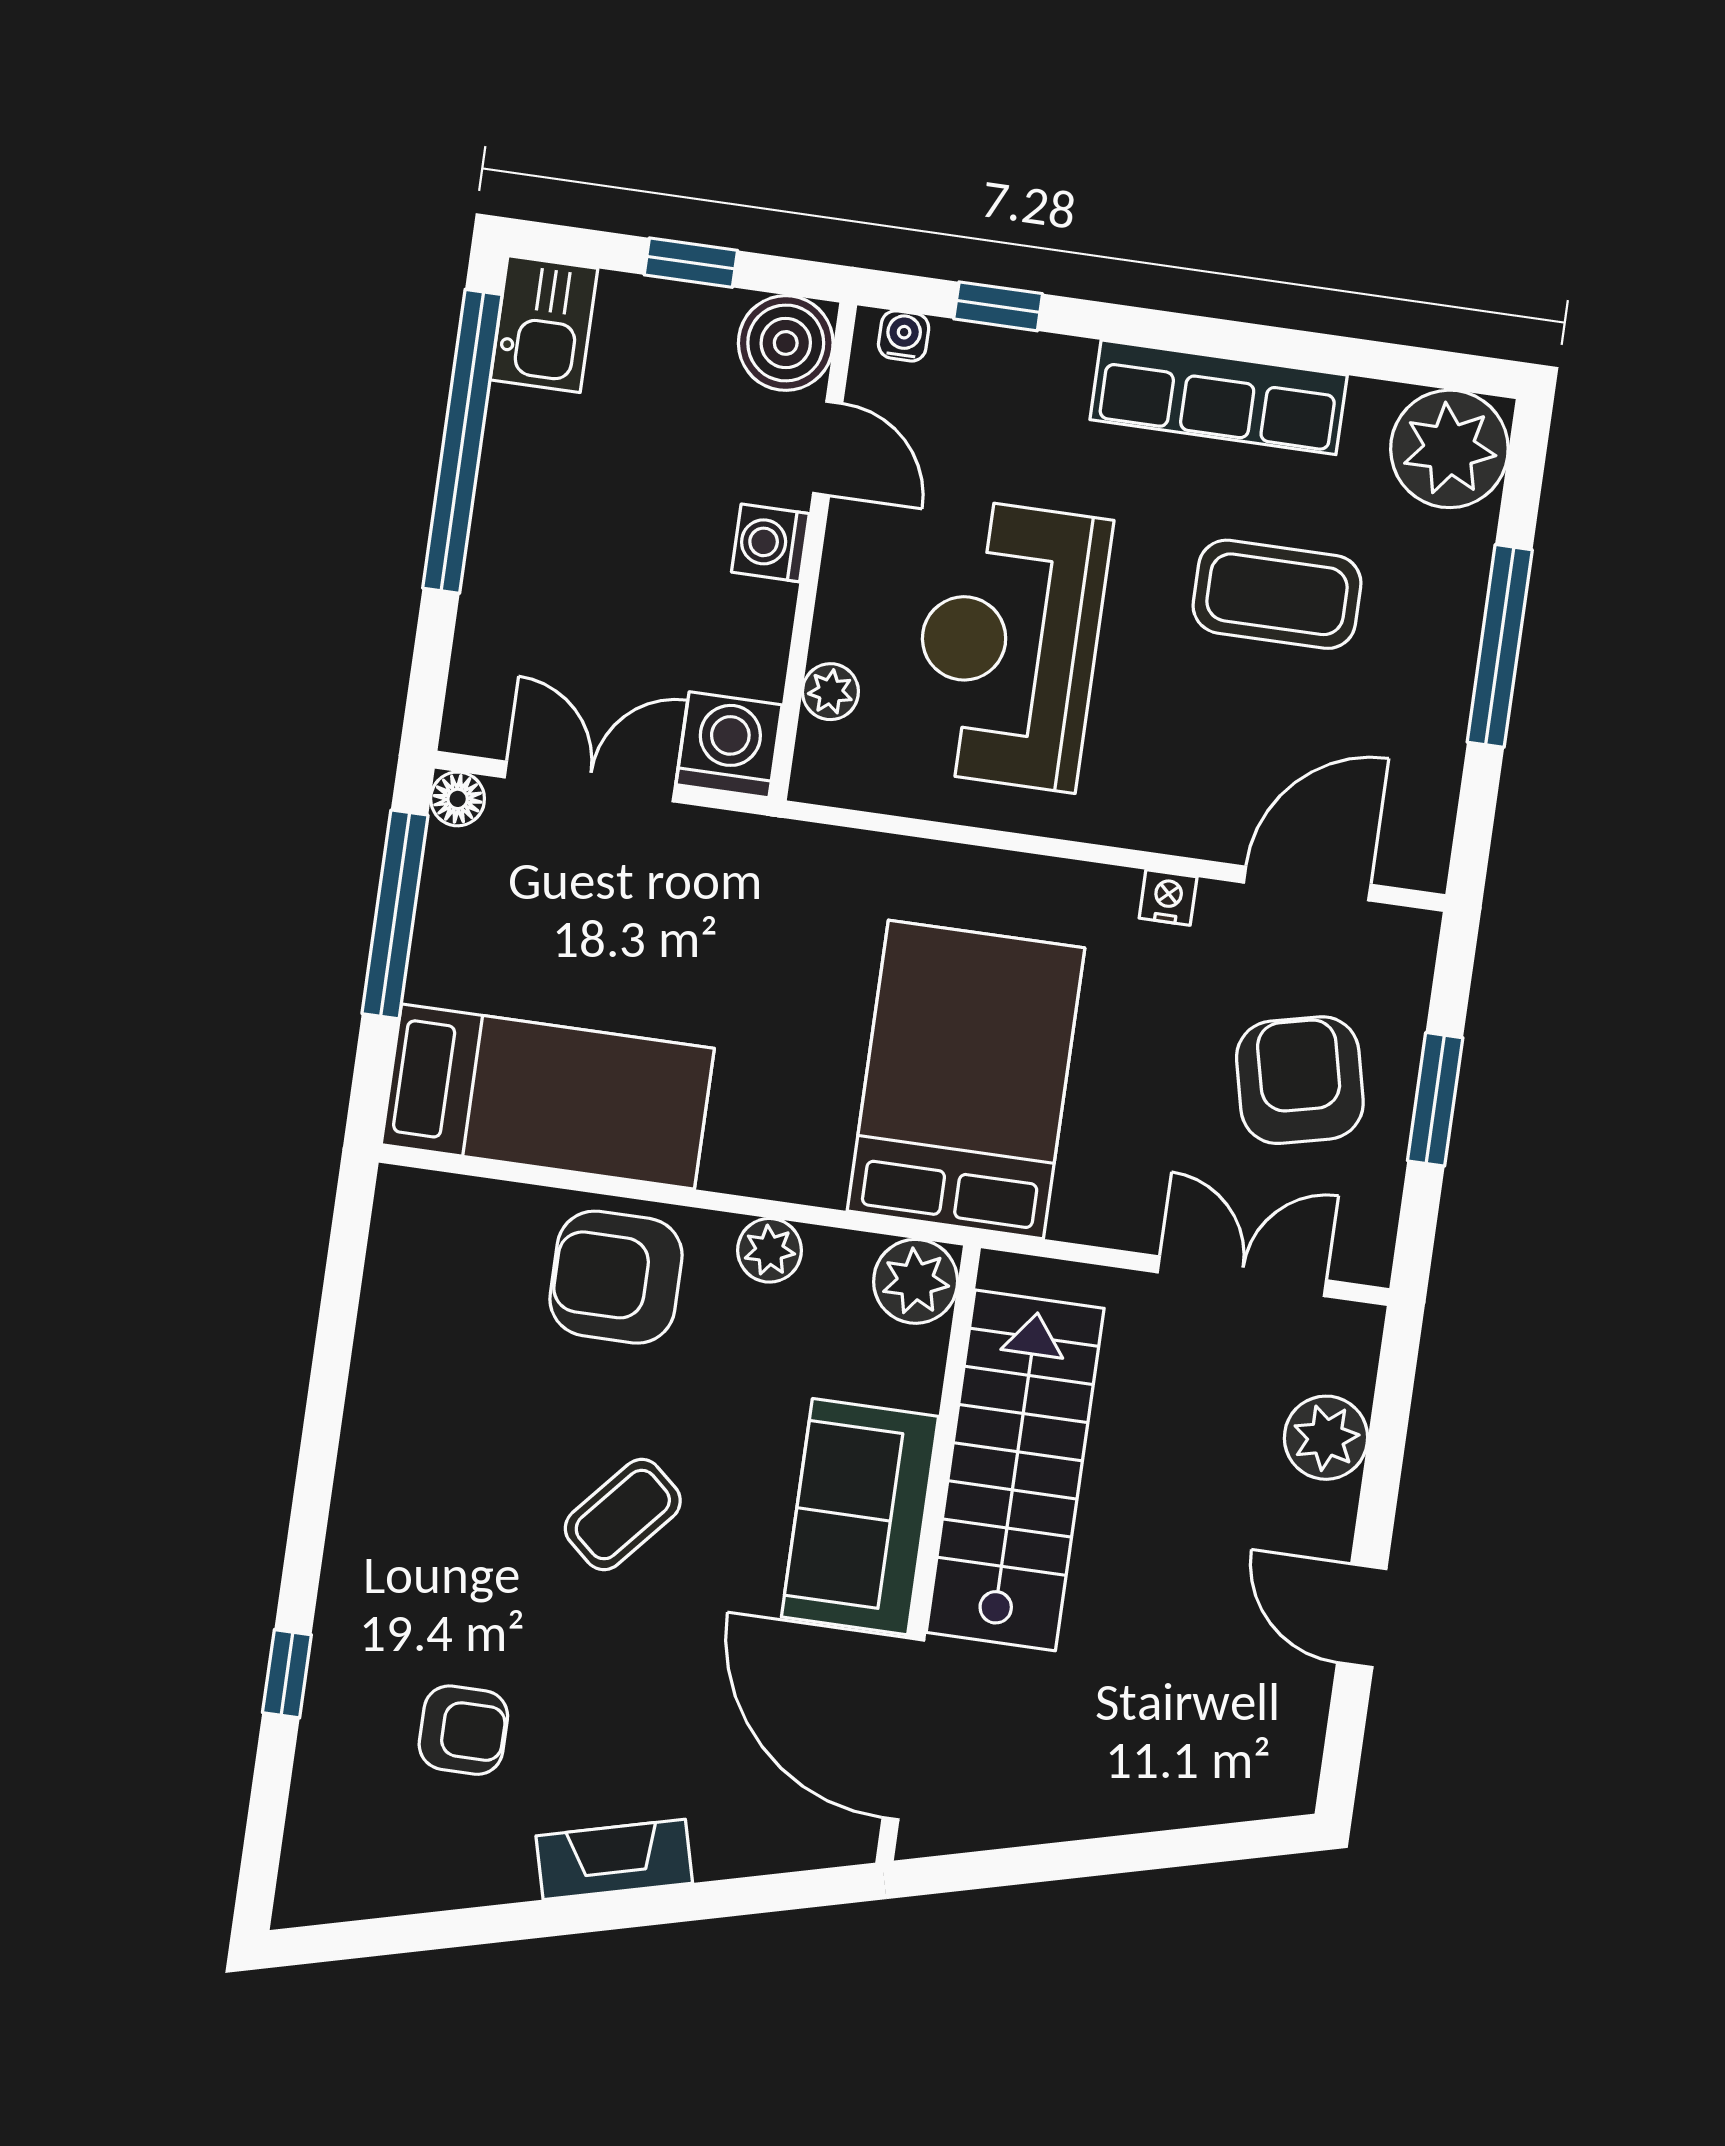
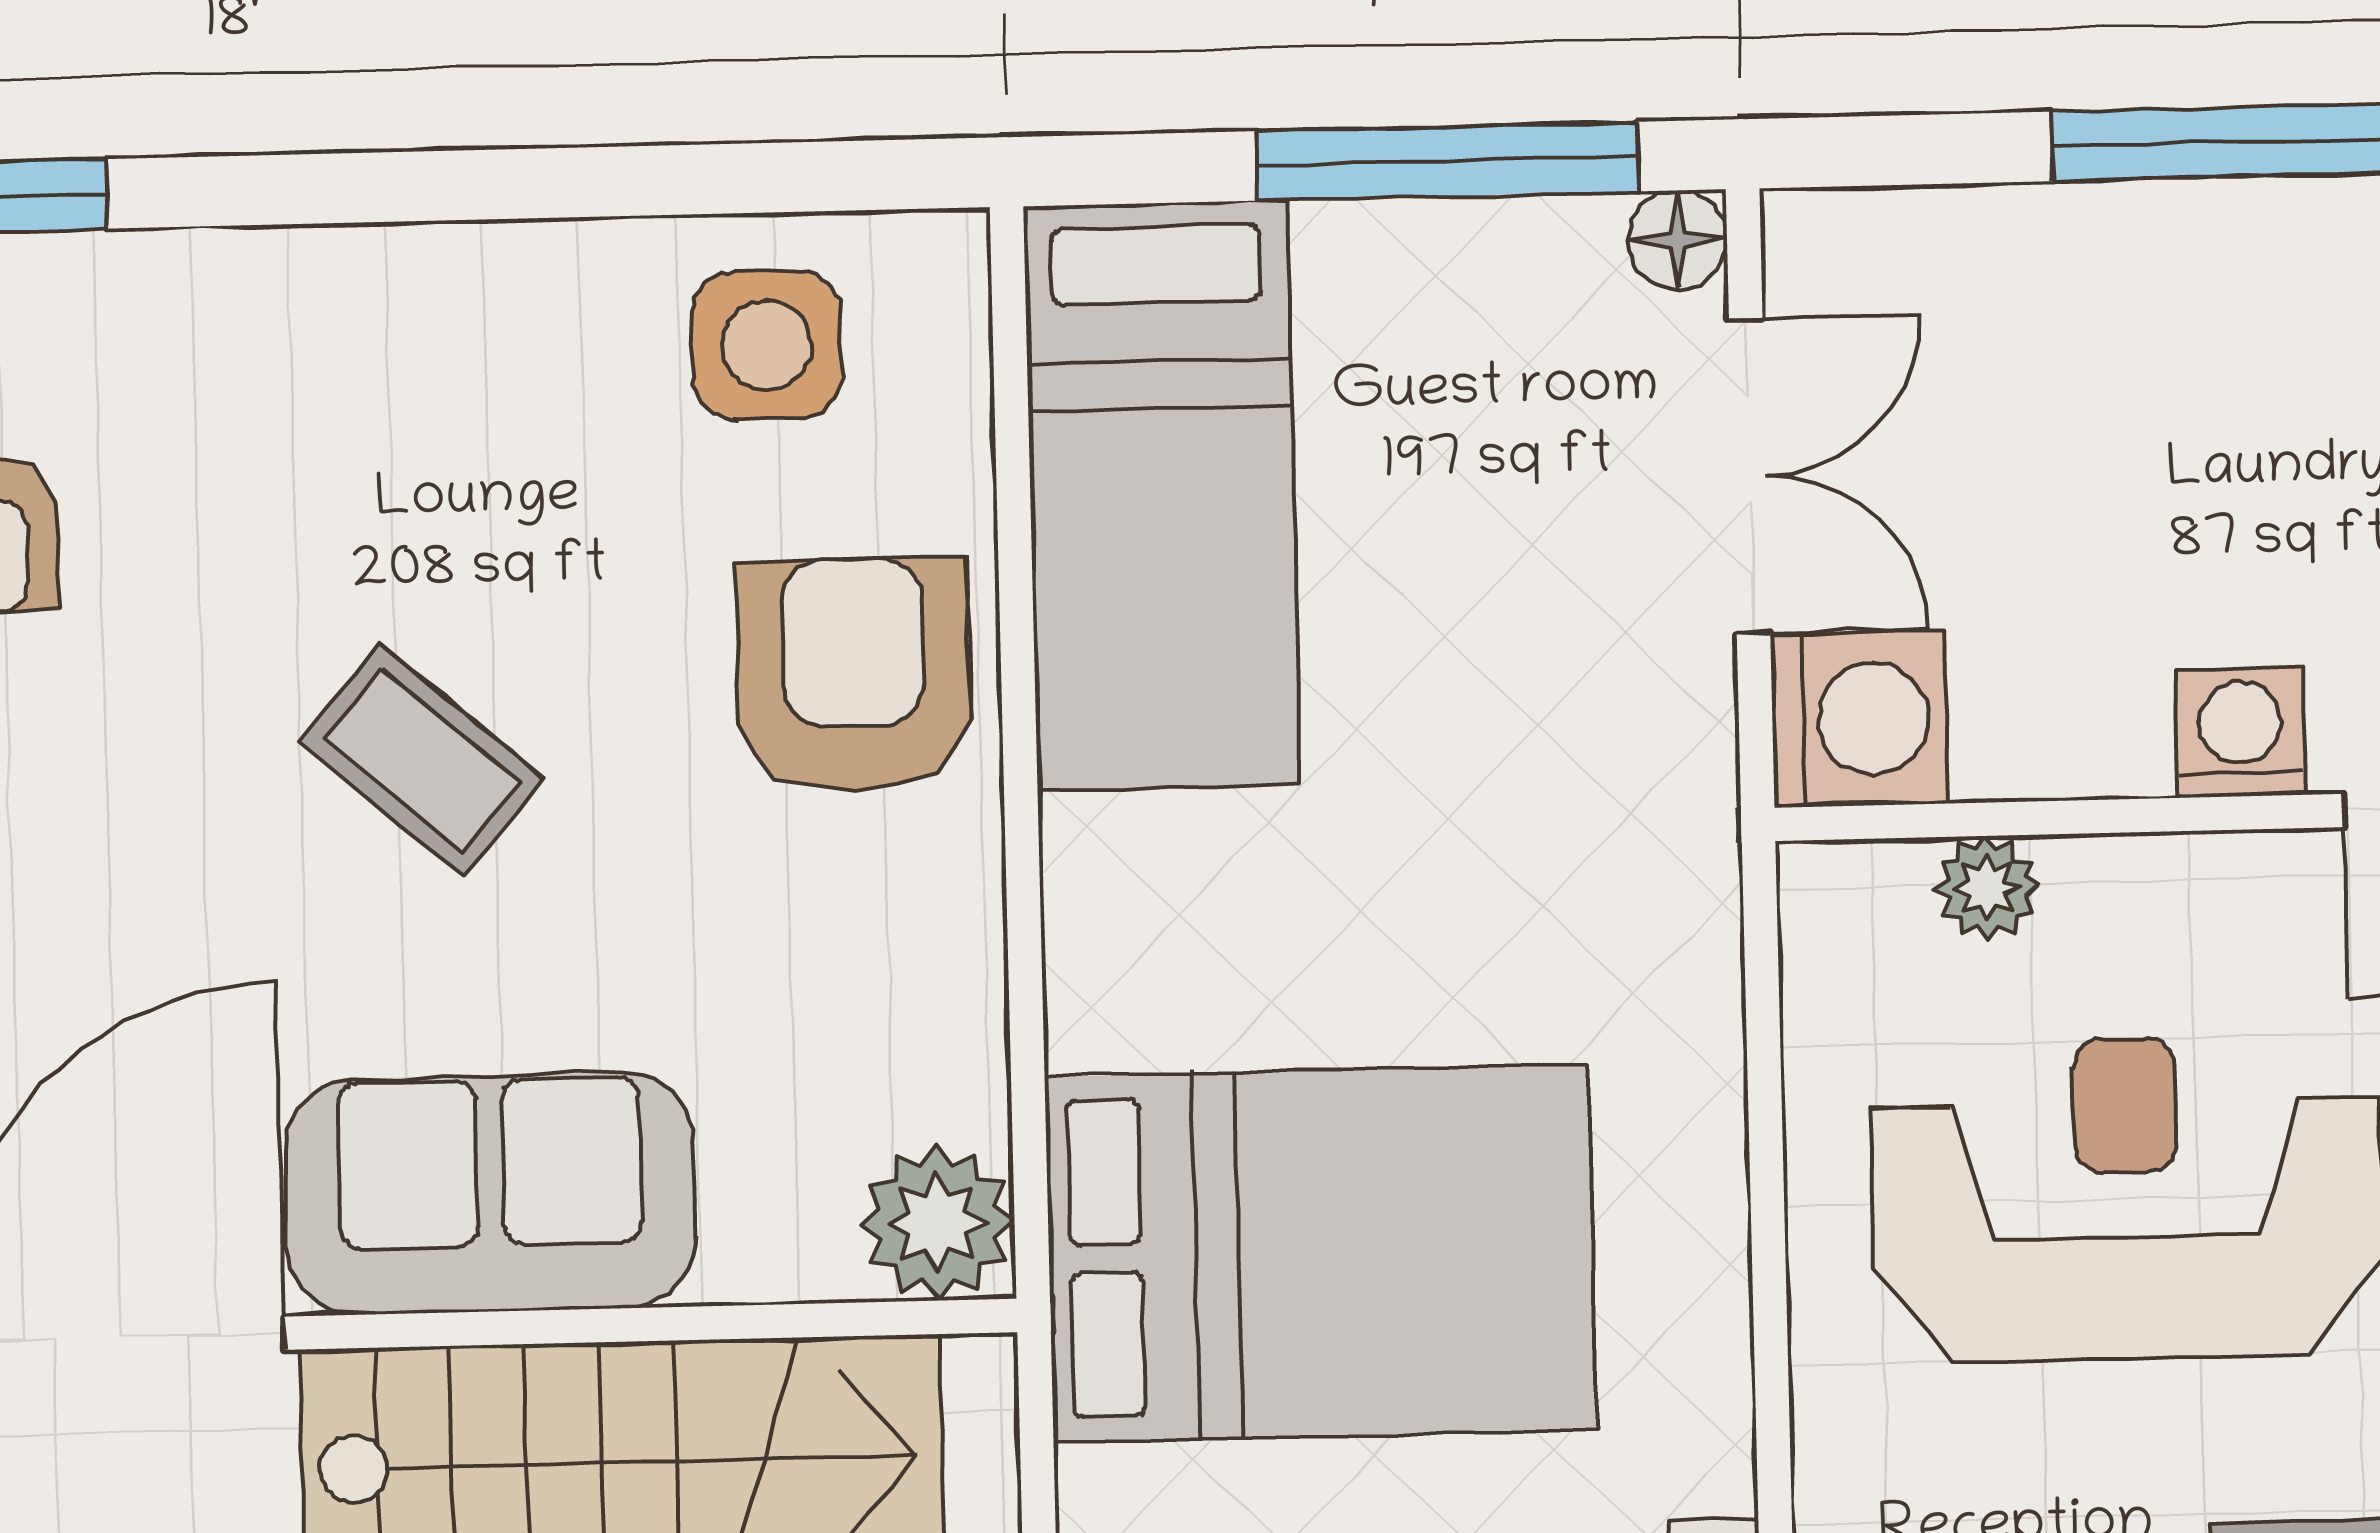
plant: (769, 1250) -> (949, 947), removed
side table: (432, 1294) -> (767, 345), added

